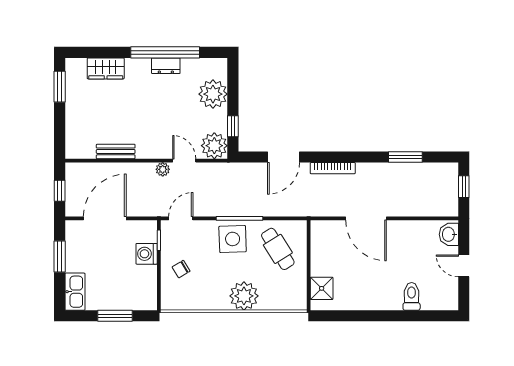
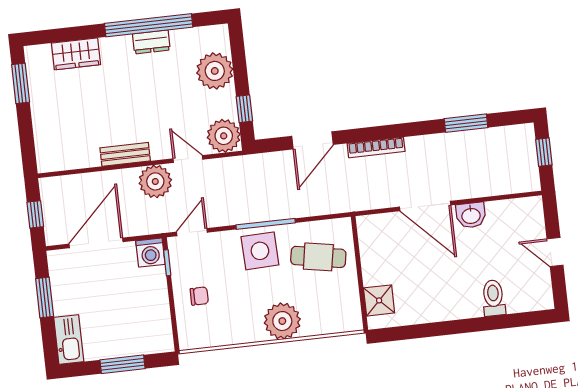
bench: (116, 151) -> (125, 154), moved
plant: (163, 169) -> (155, 181), width x1.87, depth x1.87
washbasin: (449, 234) -> (471, 215), moved, turned -90
cafe table: (278, 249) -> (318, 257), turned -48
washing machine: (147, 254) -> (150, 253), moved, turned -90
chair: (181, 269) -> (199, 296), turned -149

